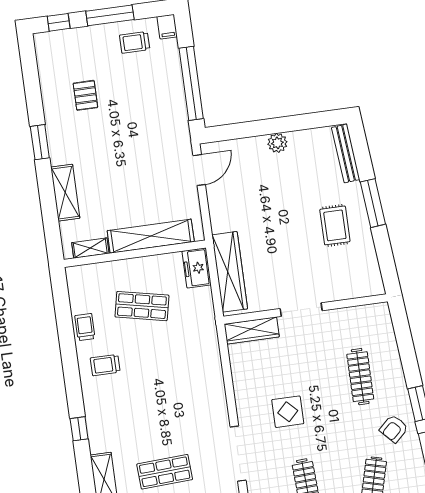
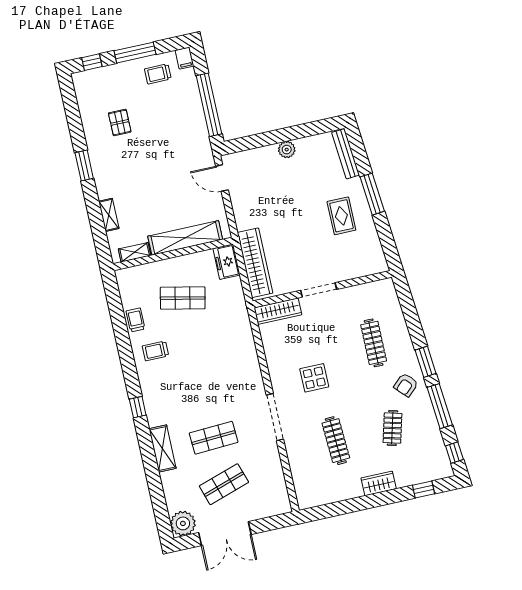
door: (199, 170) -> (222, 178), swing flipped
shelving: (65, 193) -> (109, 215), width x0.67, depth x0.75

